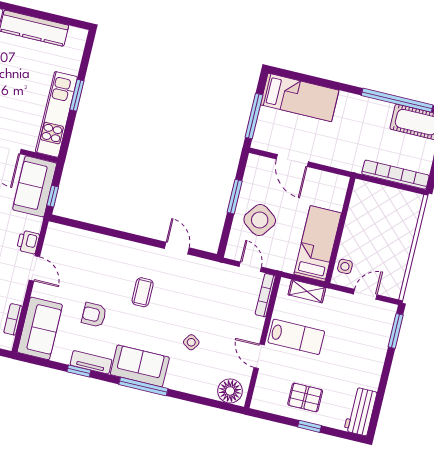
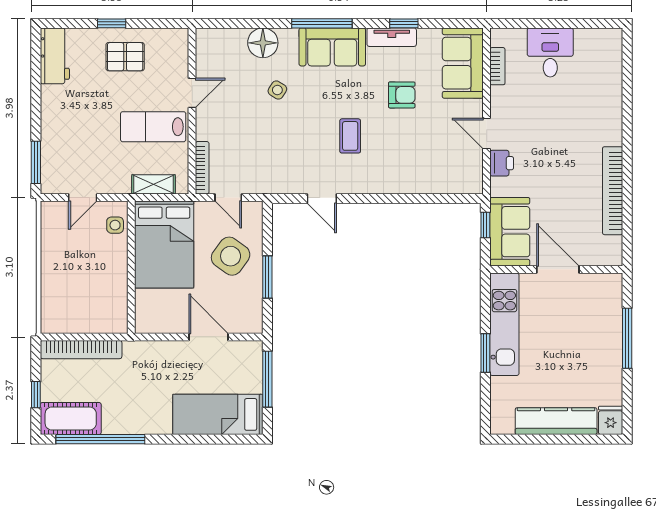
bed: (318, 244) -> (164, 245), width x1.50
door: (259, 356) -> (192, 93), hinge flipped
floor lamp: (230, 391) -> (263, 43), moved

